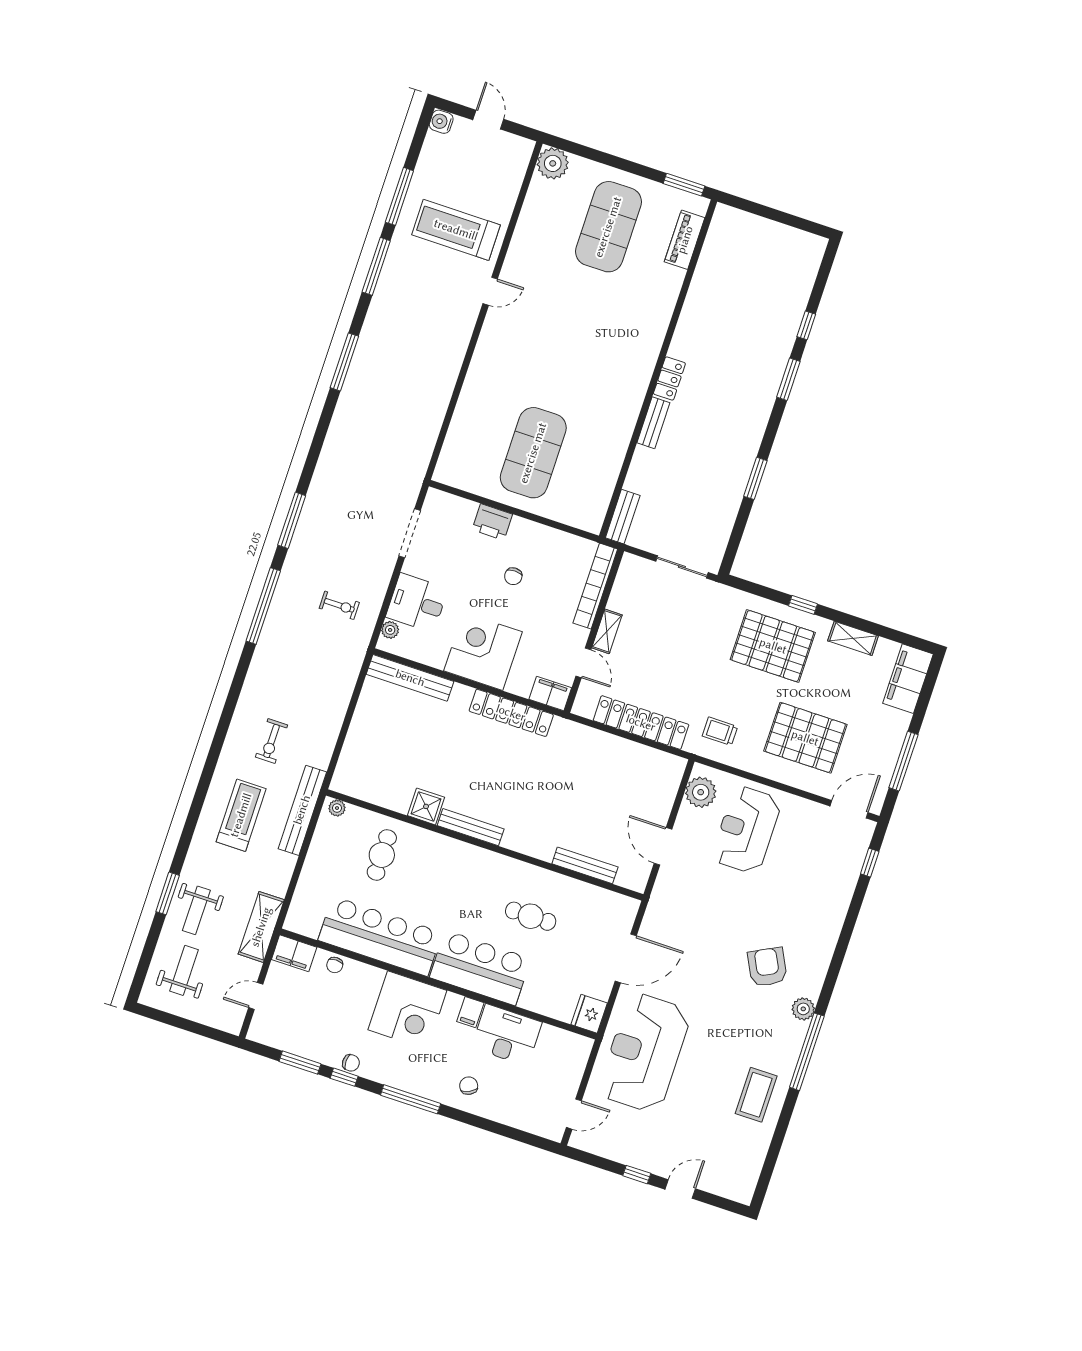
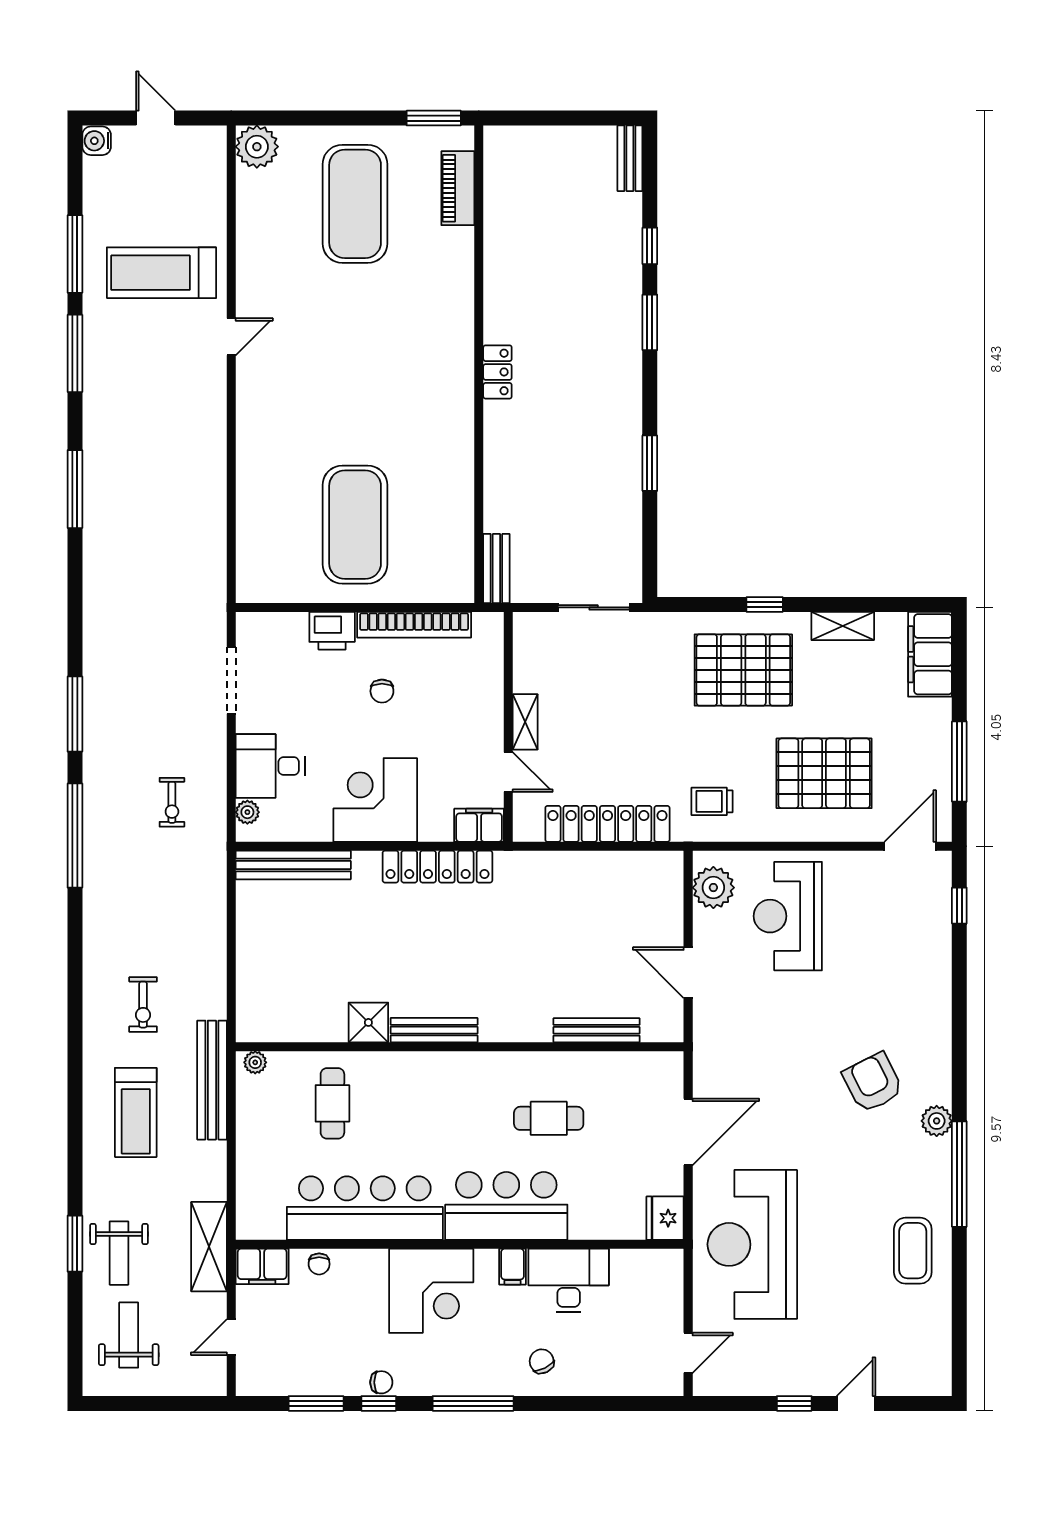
bench: (653, 423) -> (630, 158), moved
bookcase: (595, 586) -> (414, 625), moved, turned -90
exercise bike: (339, 605) -> (172, 802), turned 90
treadmill: (241, 815) -> (136, 1112), turned 180

